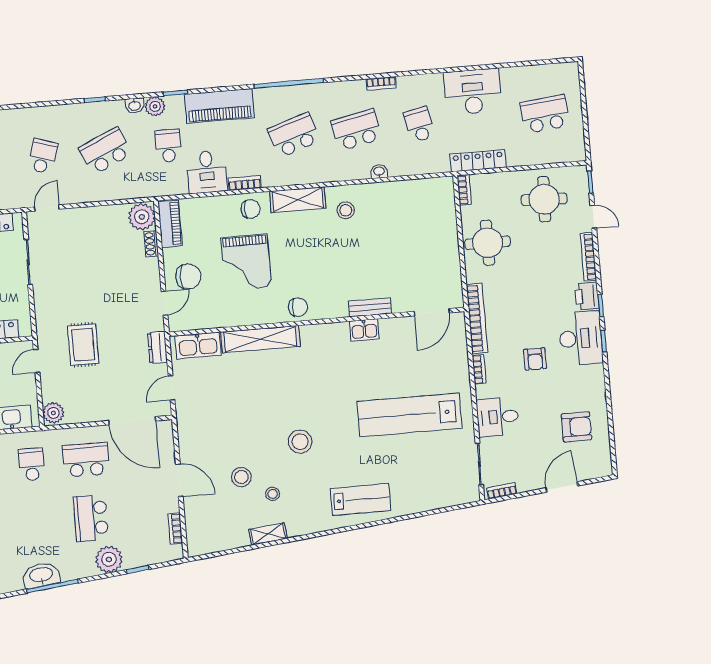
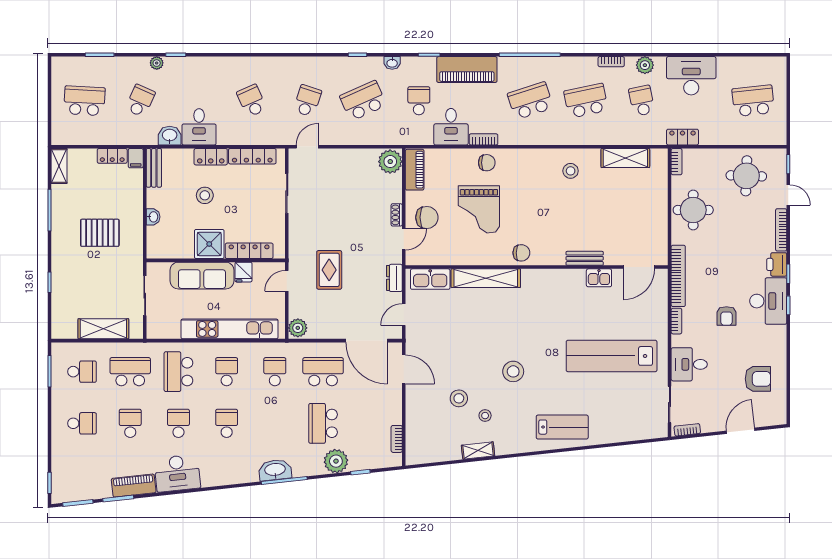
plant: (155, 106) -> (645, 65), moved
locker: (478, 161) -> (683, 137), width x0.66
washbasin: (379, 171) -> (603, 139), removed
shelving: (298, 200) -> (625, 158), moved
shoe rack: (151, 244) -> (397, 215), moved
kitchen sink: (364, 330) -> (599, 278), moved
door: (179, 480) -> (404, 369), moved

